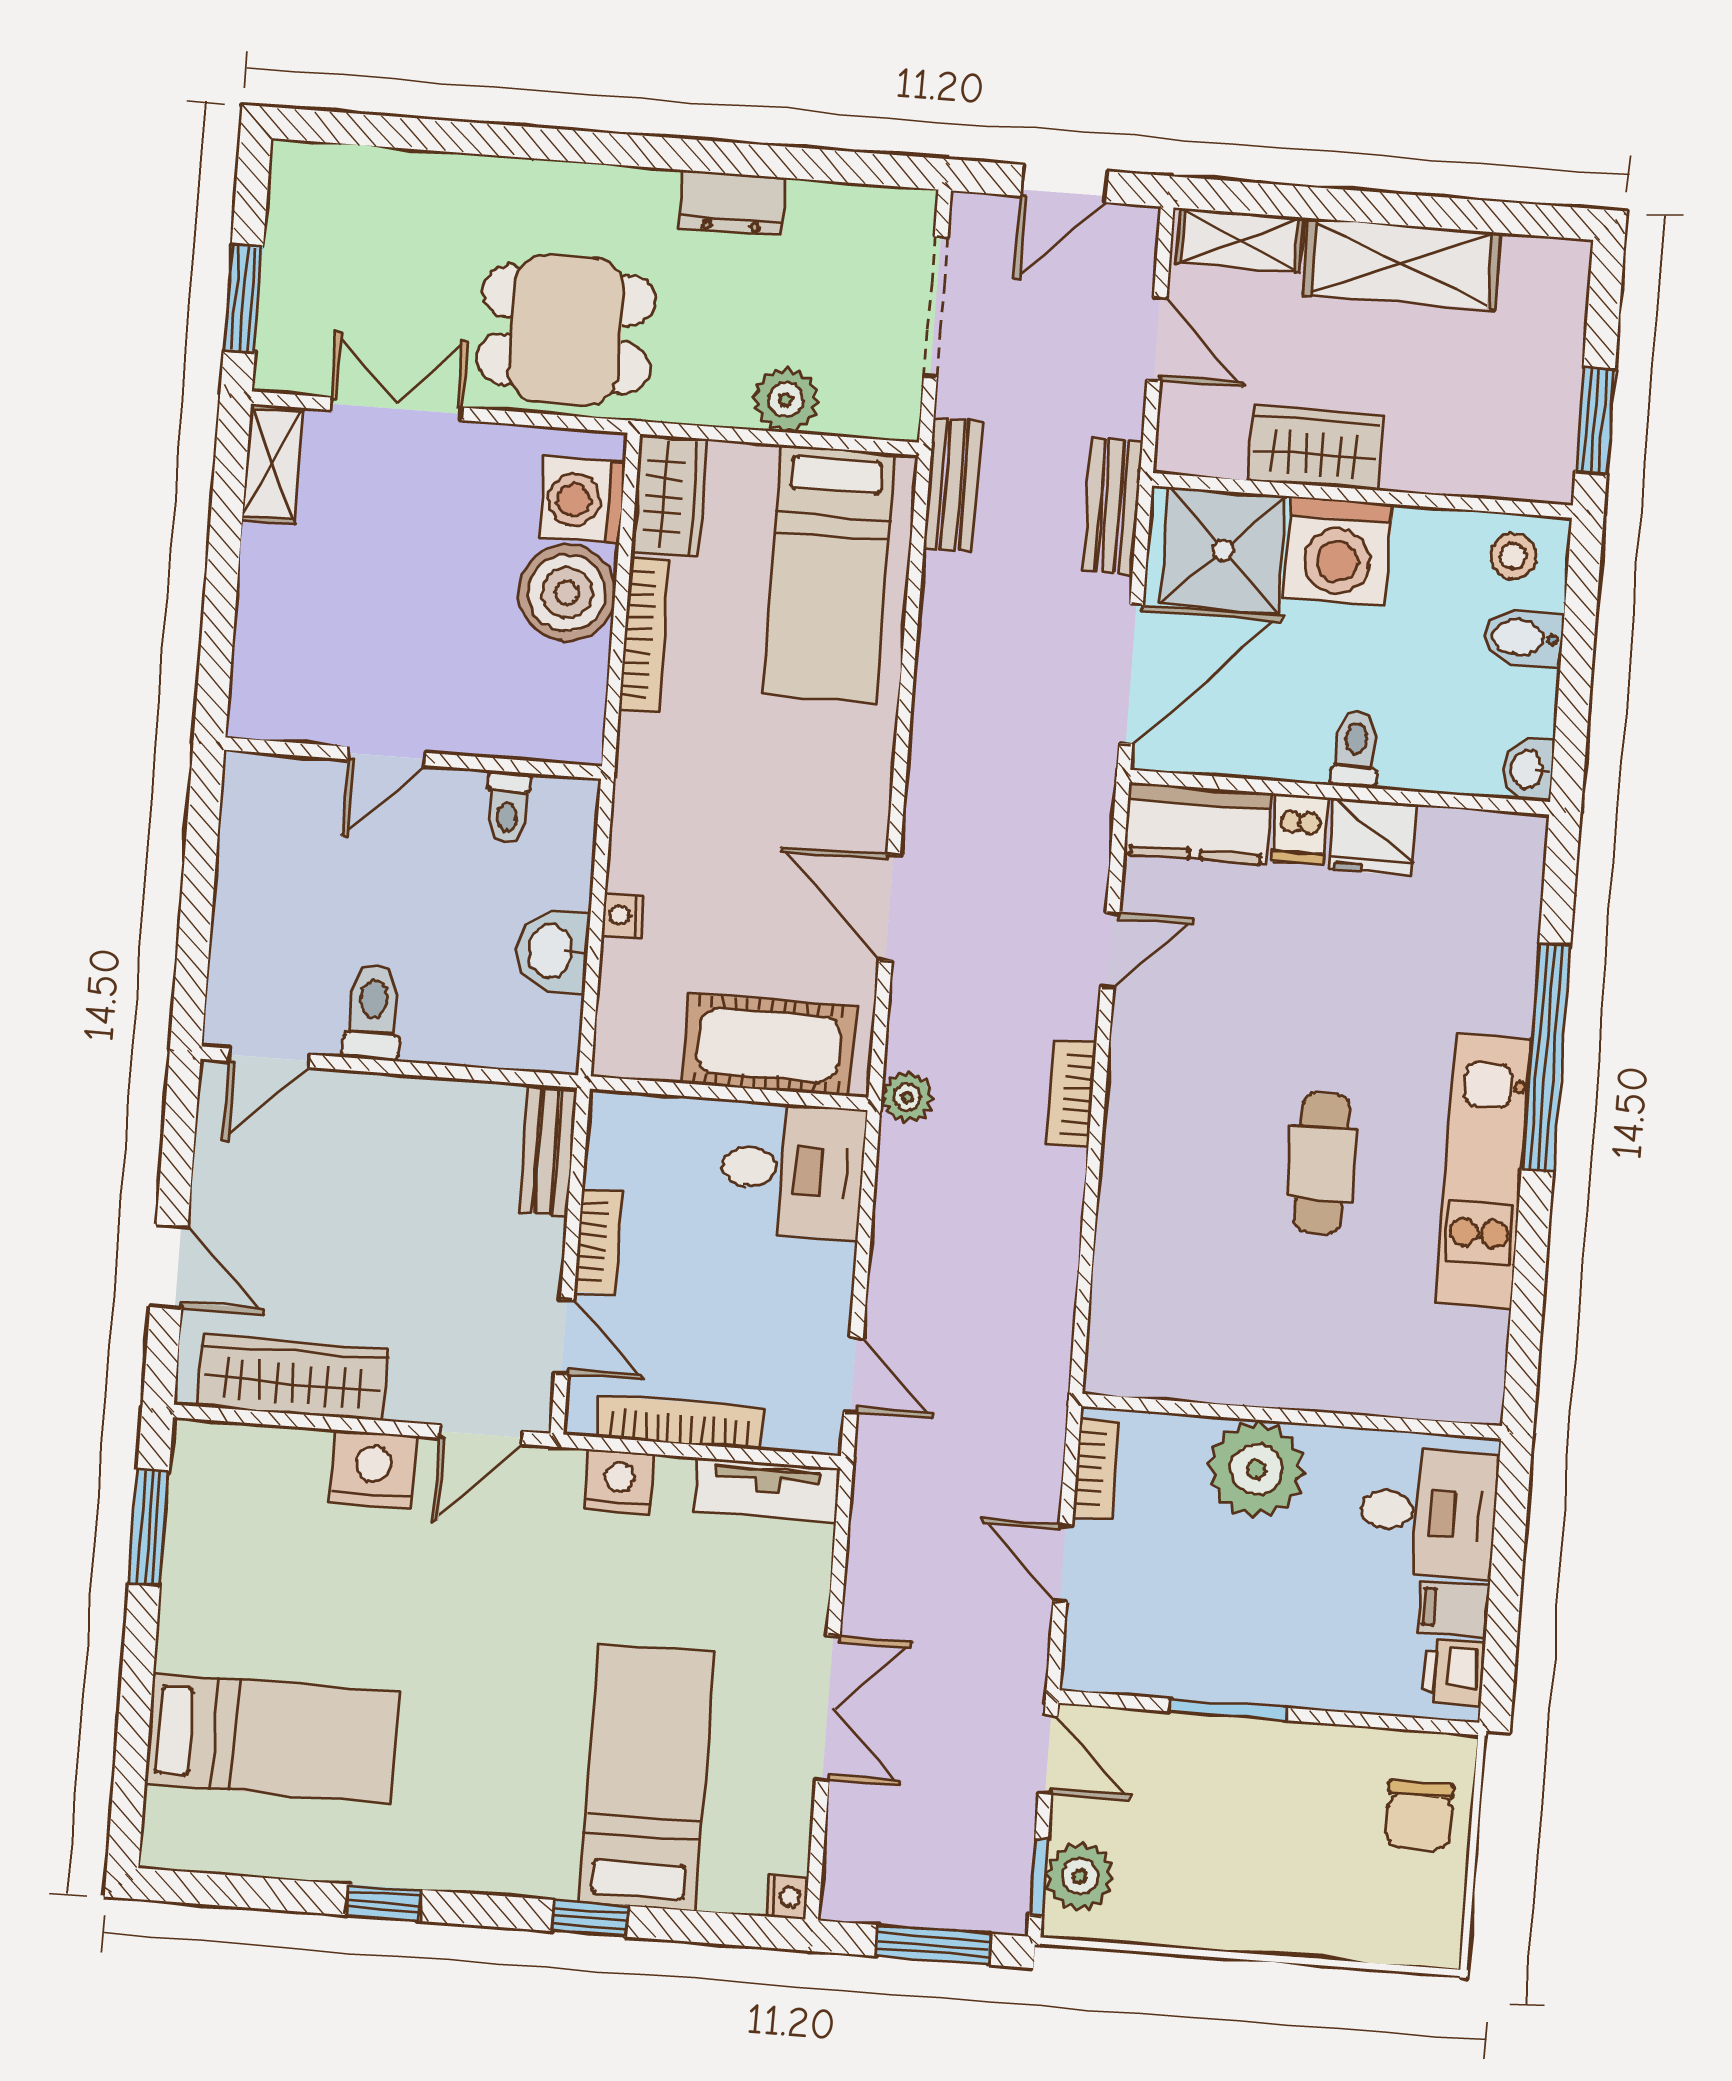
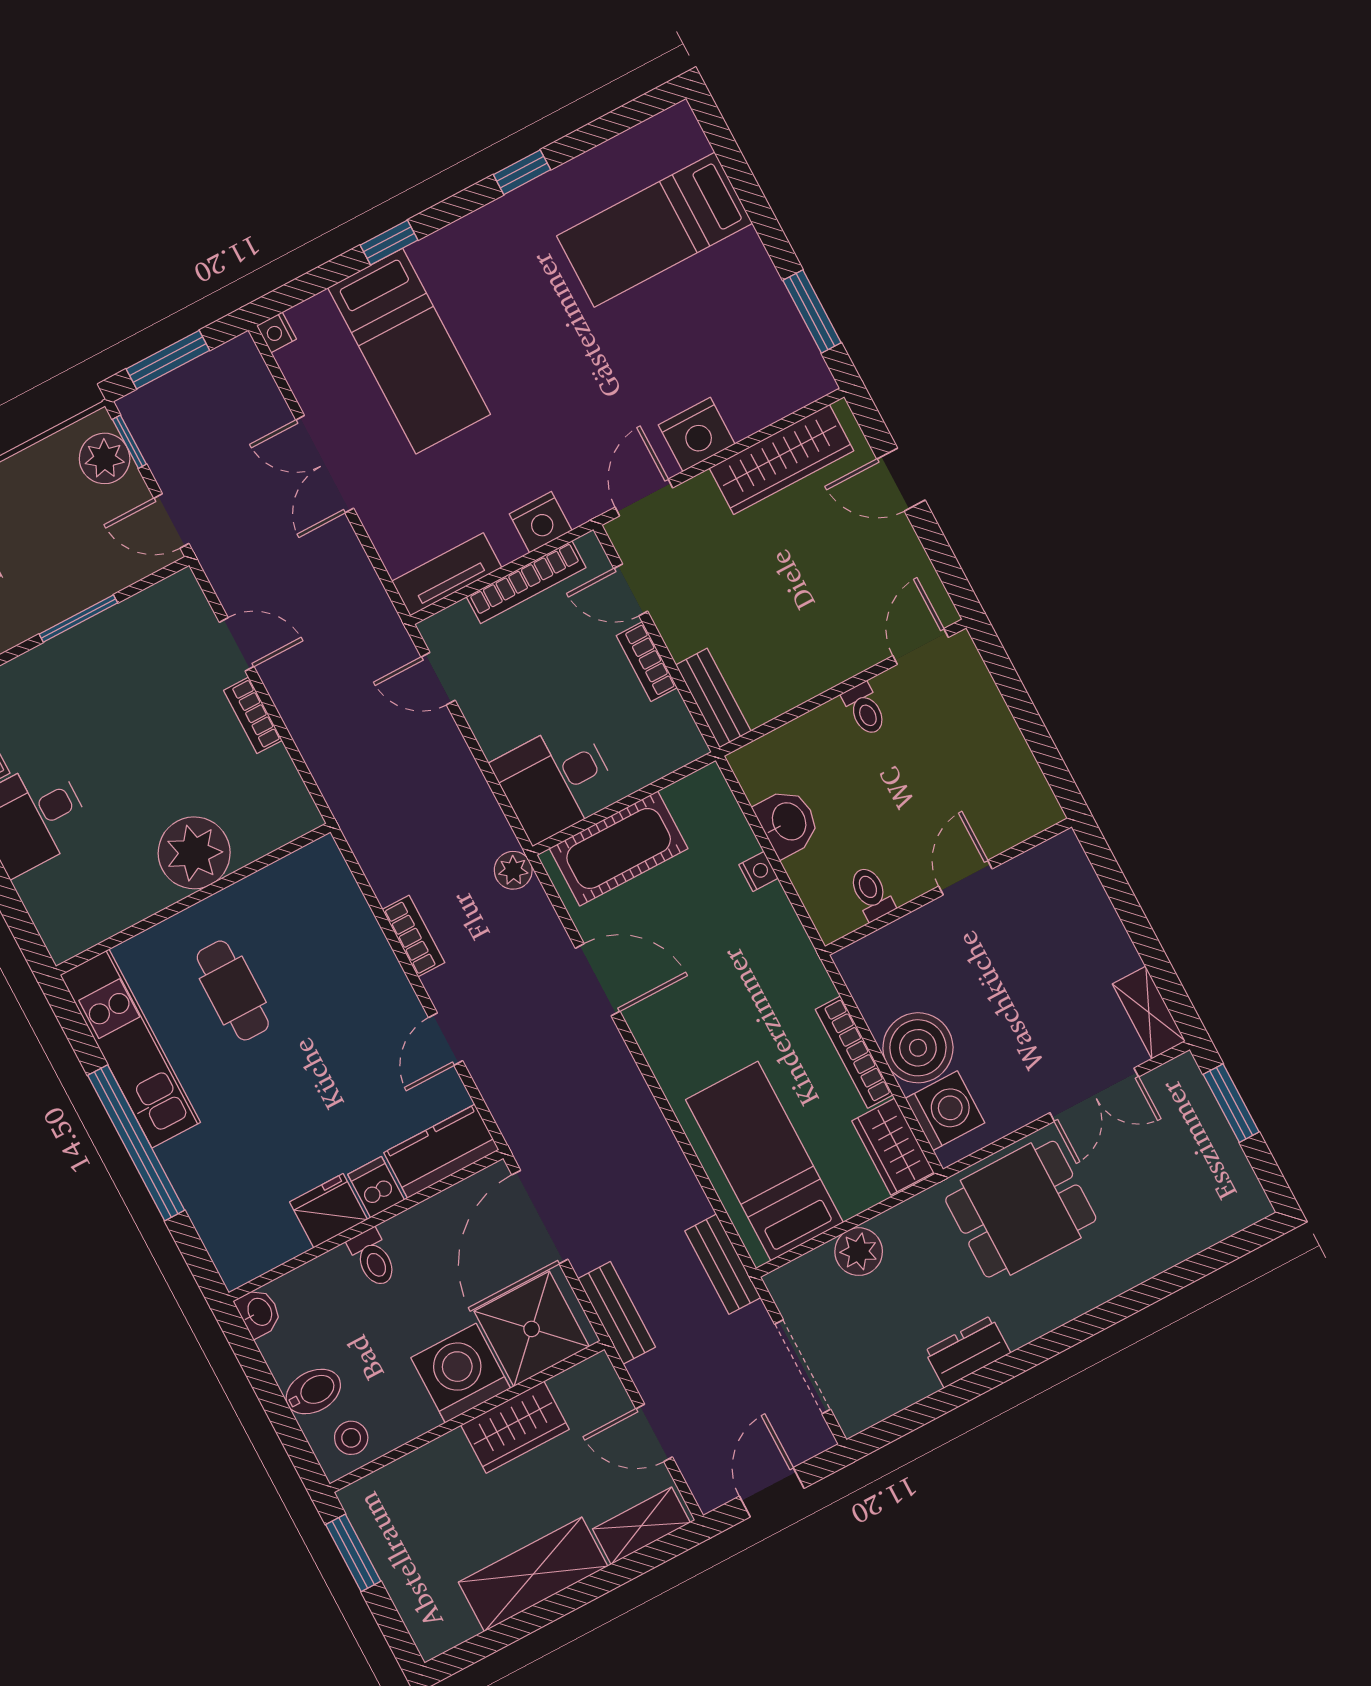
toilet: (373, 1012) -> (865, 709), width x0.73, depth x0.72
wall: (1292, 1416) -> (193, 899), moved
plant: (1256, 1469) -> (194, 853), moved

